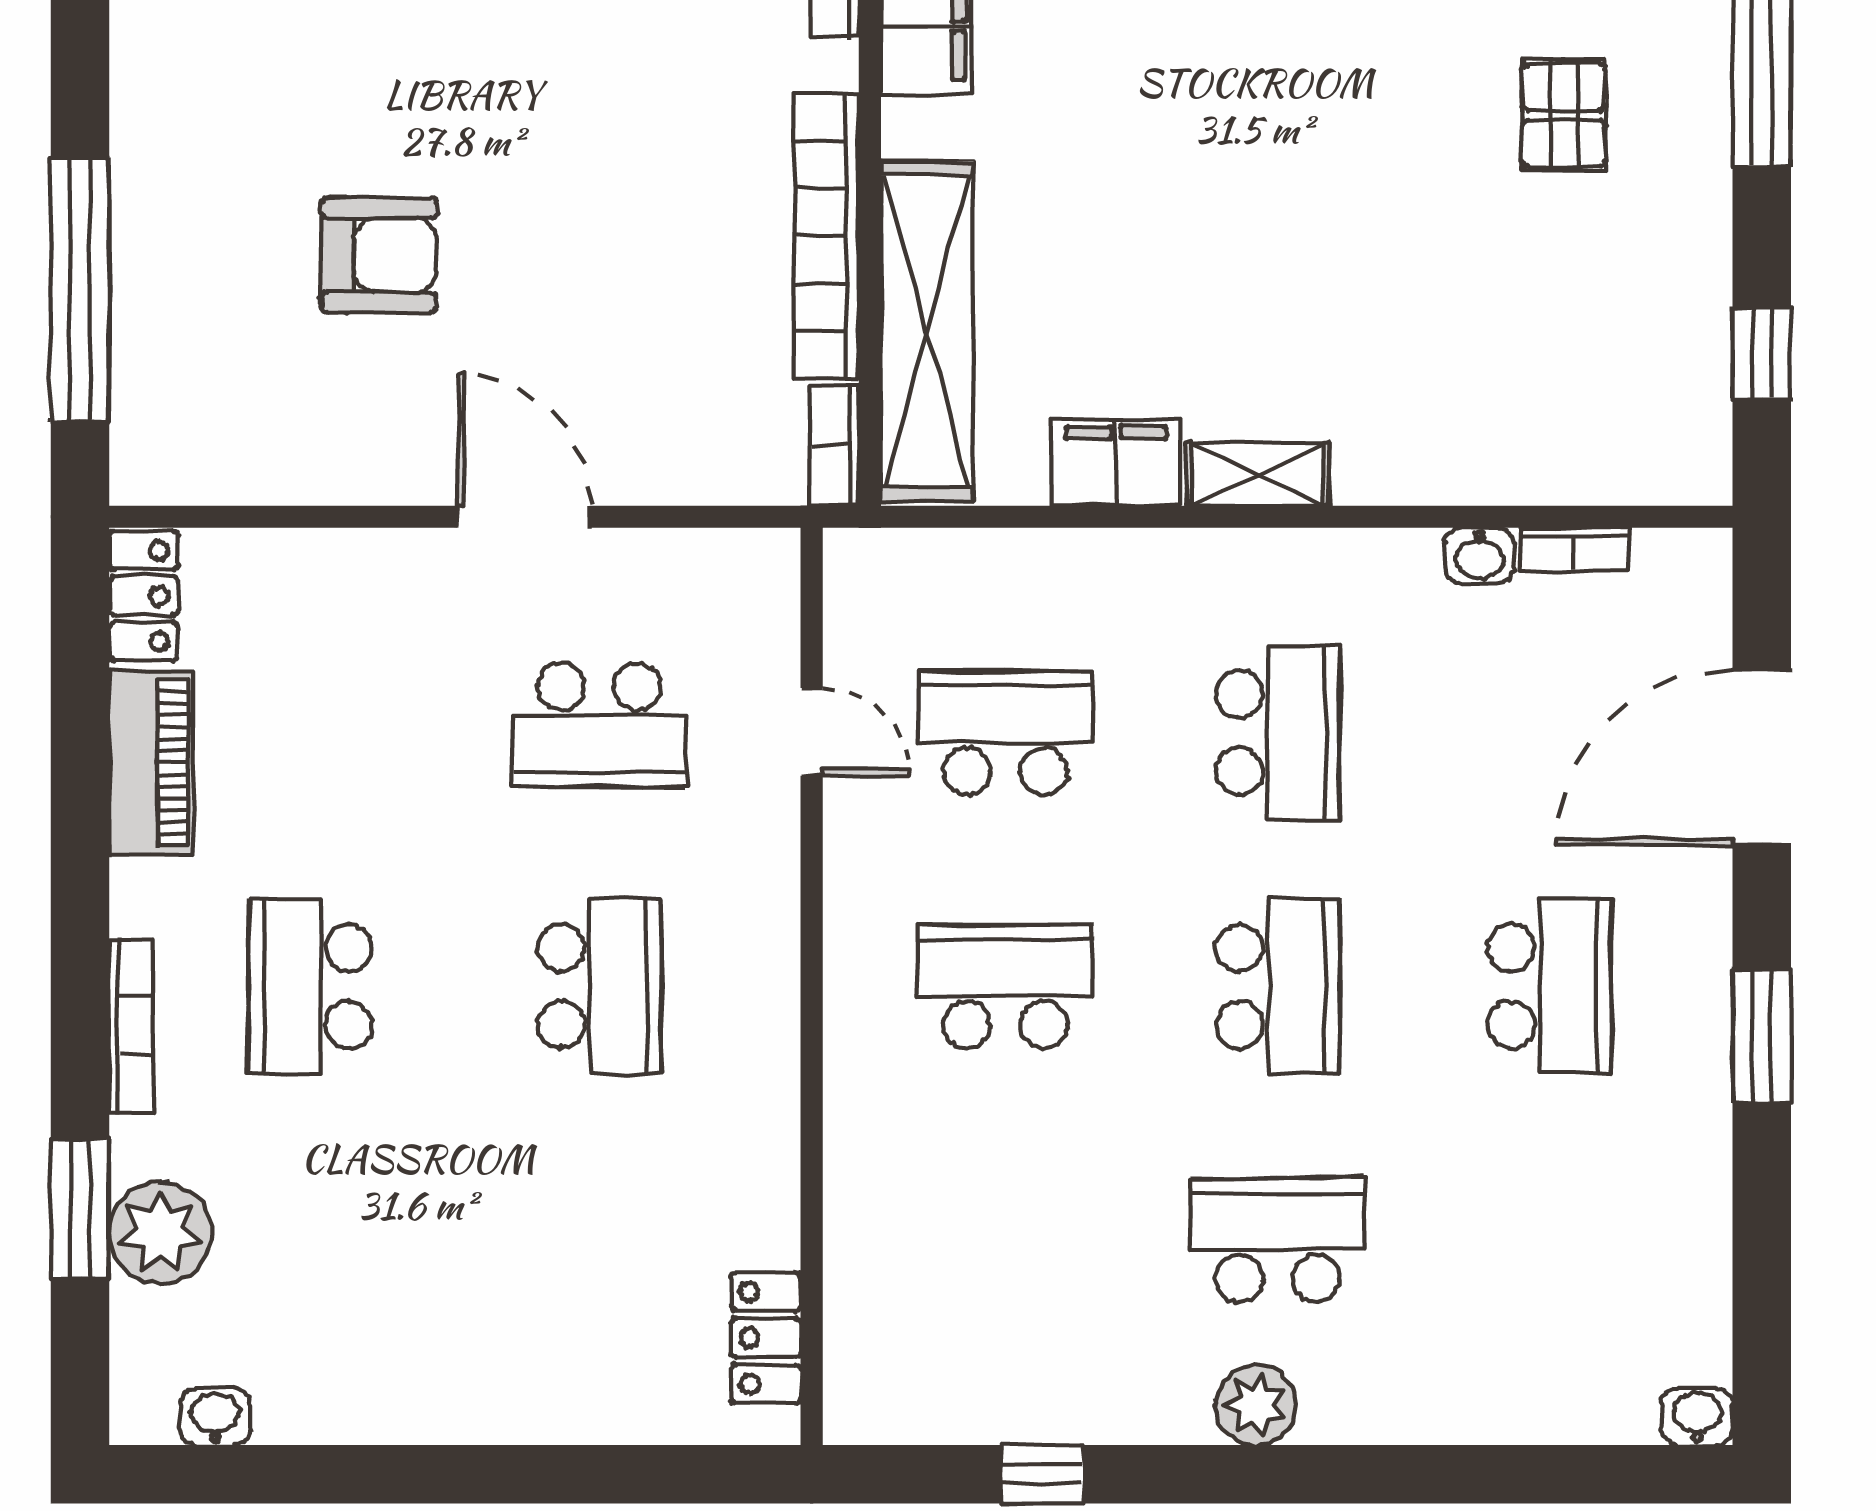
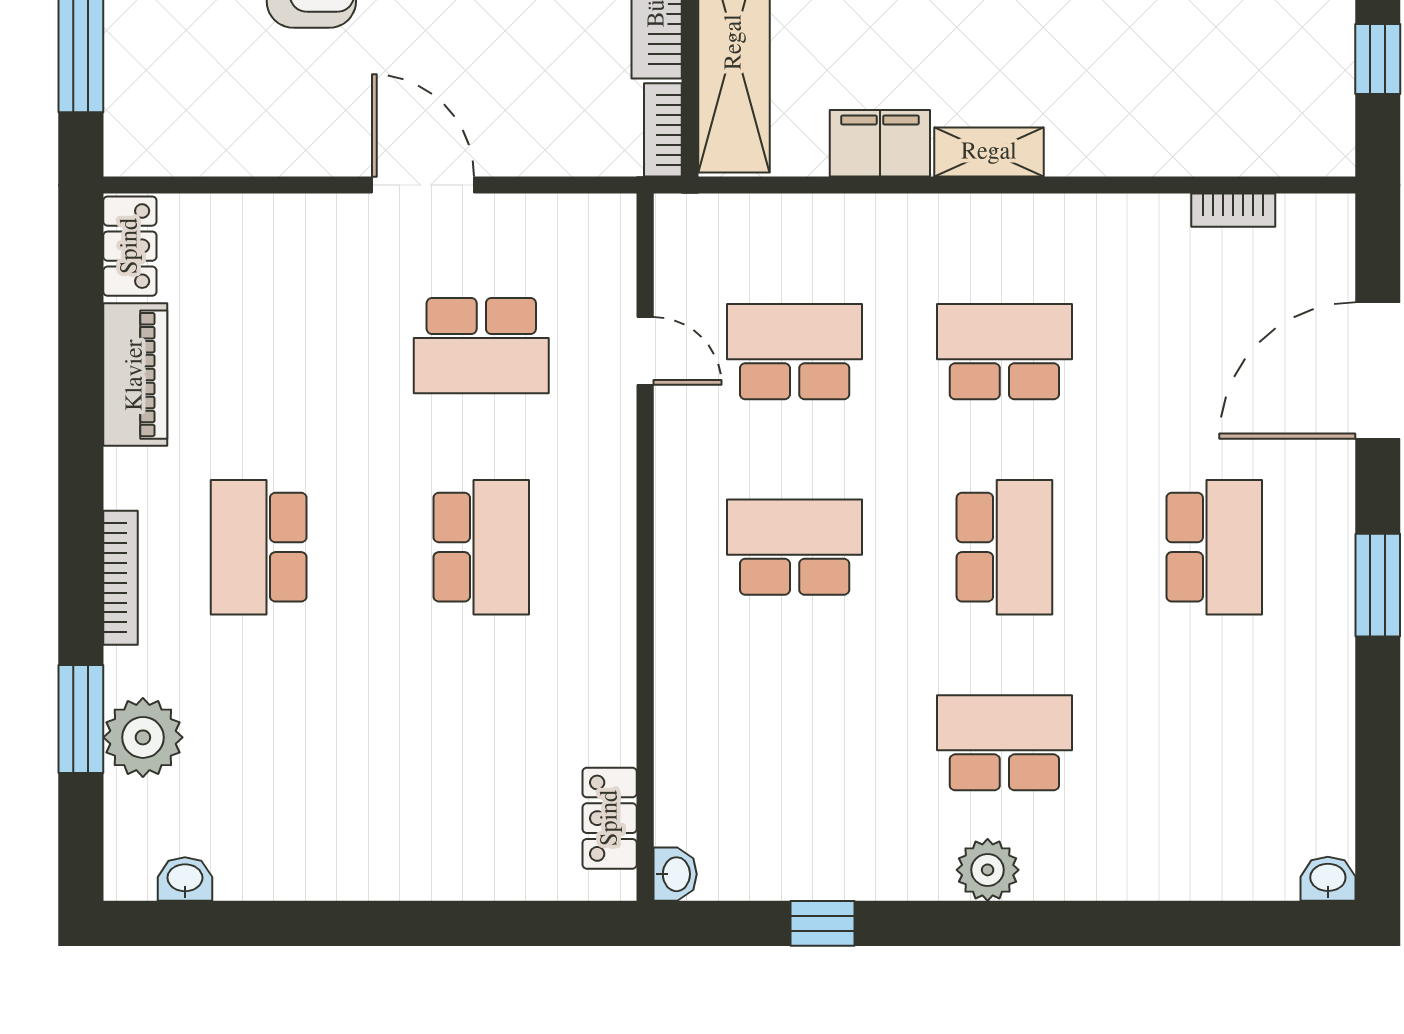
washbasin: (1480, 556) -> (675, 874), moved, turned -90
school desk: (1278, 733) -> (1004, 352), turned -90

